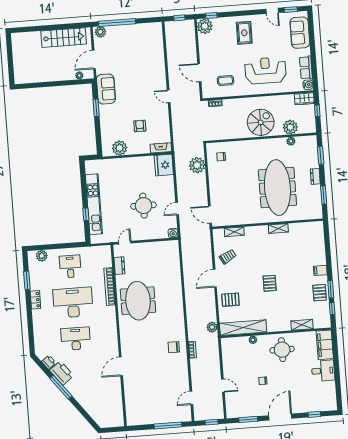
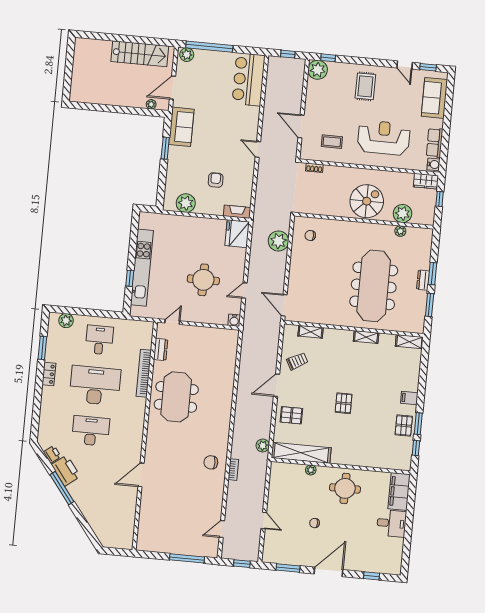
bar counter: (152, 43) -> (249, 79), added
window: (321, 155) -> (432, 274), moved
shelving: (302, 325) -> (409, 342), moved

